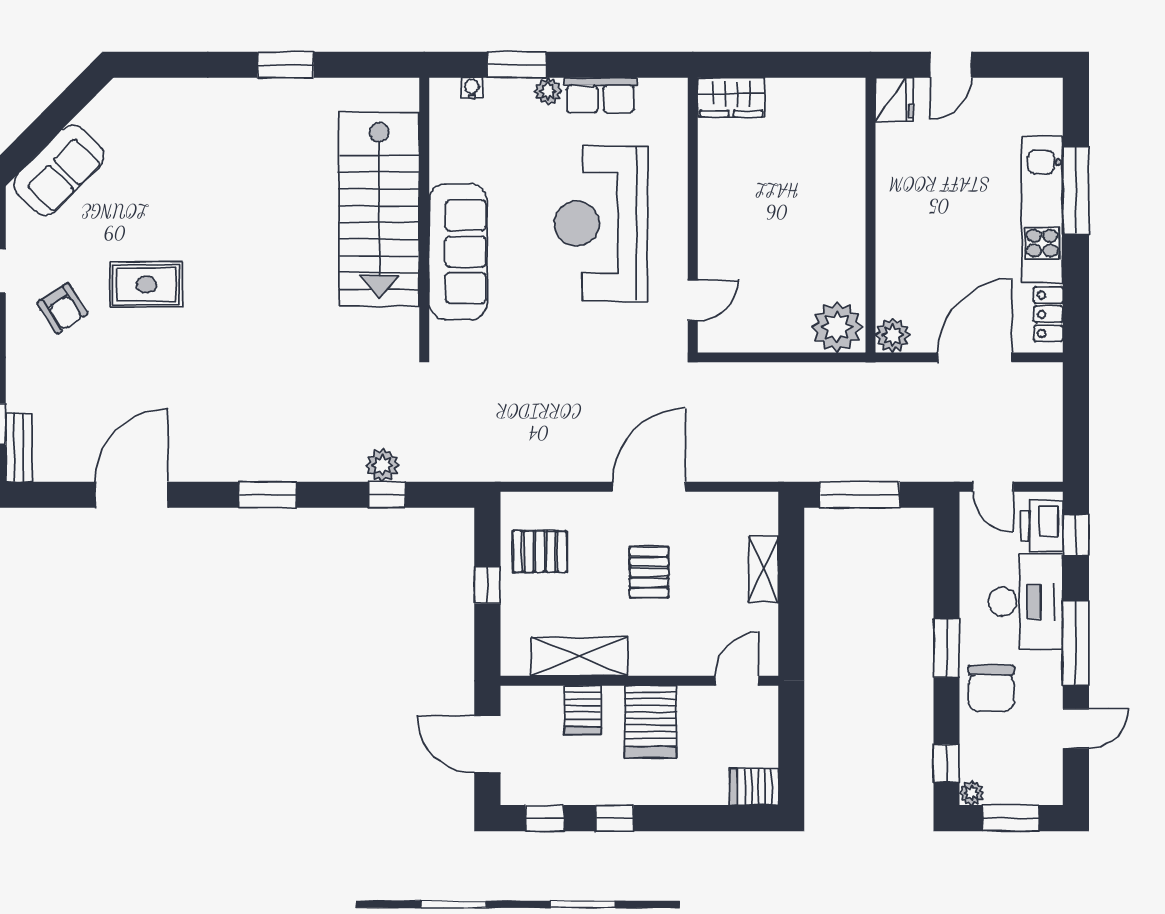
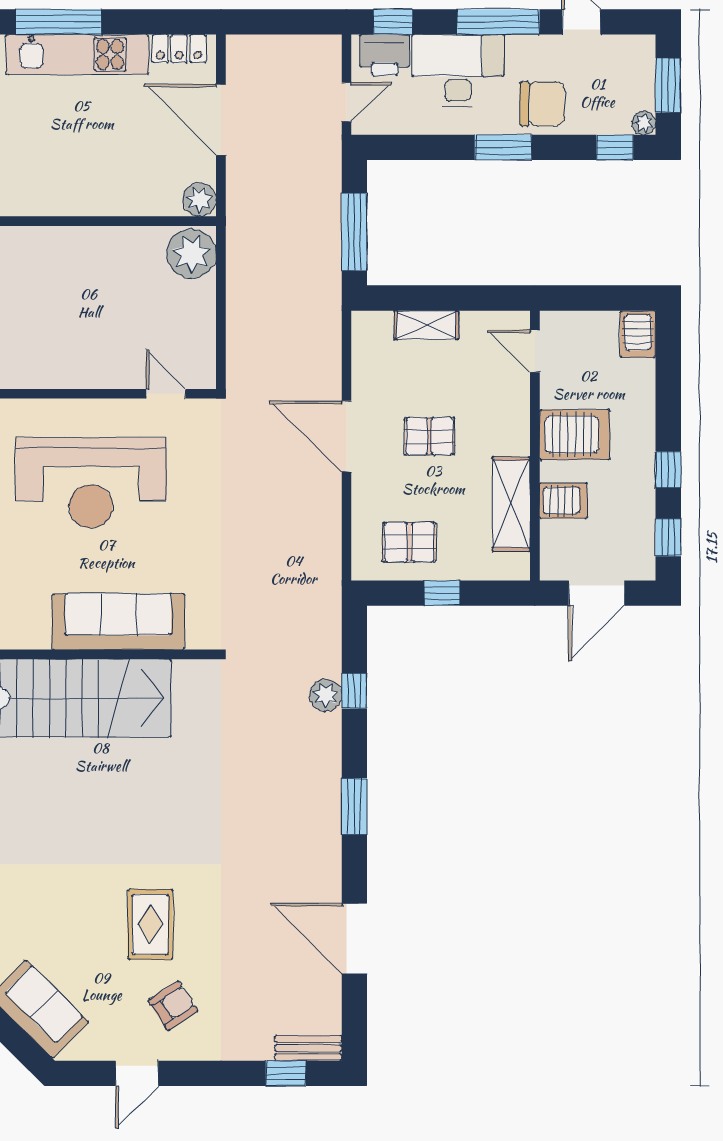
pallet: (540, 551) -> (409, 542), turned 90

